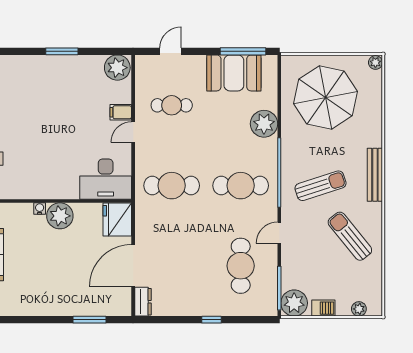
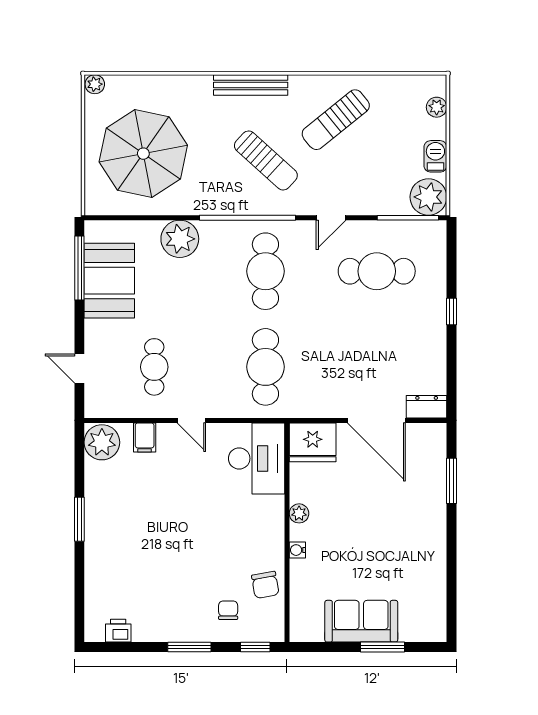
filing cabinet: (121, 112) -> (145, 438), moved
chair: (14, 185) -> (265, 585), added
sun lounger: (320, 186) -> (266, 160), turned 150
plant: (60, 216) -> (299, 513), width x0.53, depth x0.53
door: (279, 233) -> (331, 218), hinge flipped

